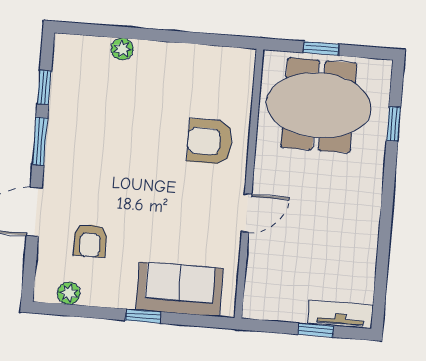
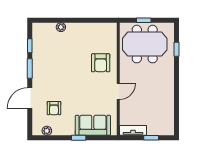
armchair: (210, 142) -> (101, 63), turned -90
tv unit: (341, 314) -> (133, 130), moved

